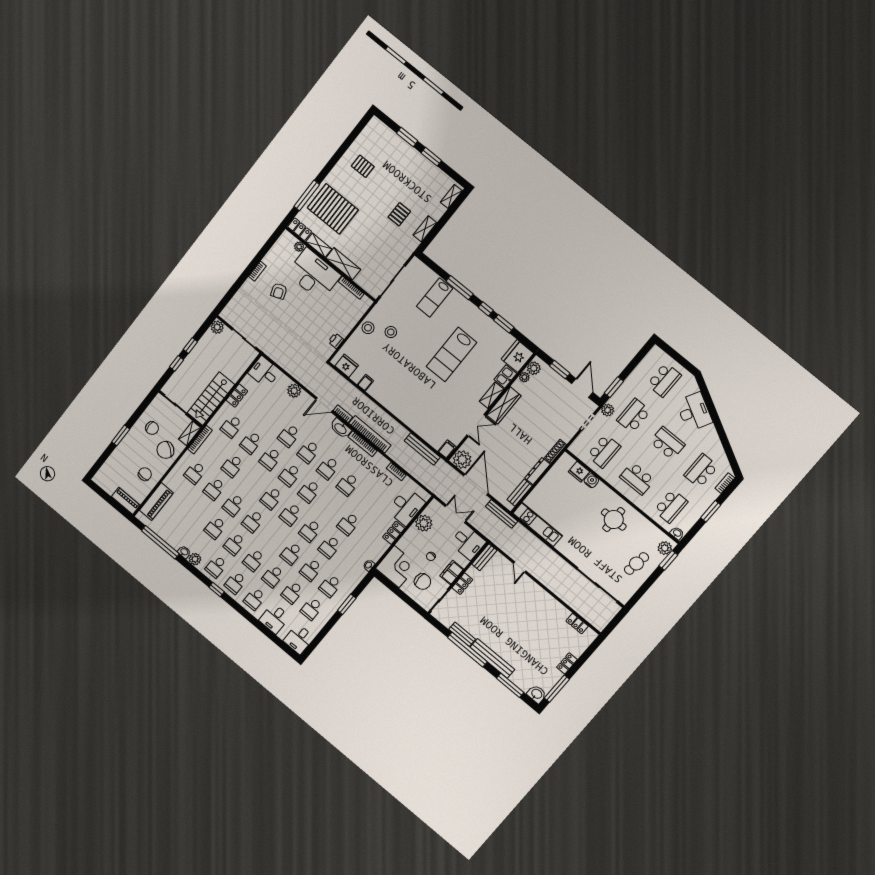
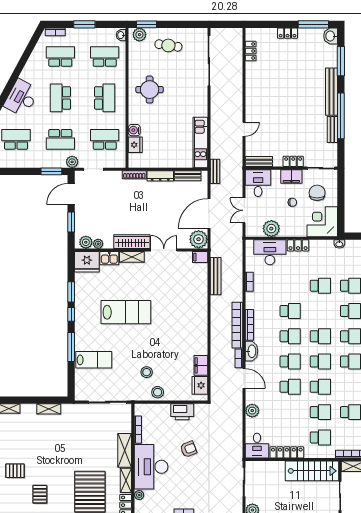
pallet: (399, 214) -> (15, 471), moved
armchair: (279, 291) -> (188, 449), moved
printer: (336, 341) -> (182, 412), width x1.87, depth x1.48
filing cabinet: (365, 383) -> (201, 365), width x2.00
locker: (237, 396) -> (287, 452), width x1.53
school desk: (701, 471) -> (60, 57), turned 180
bench: (502, 514) -> (215, 171), width x0.73

